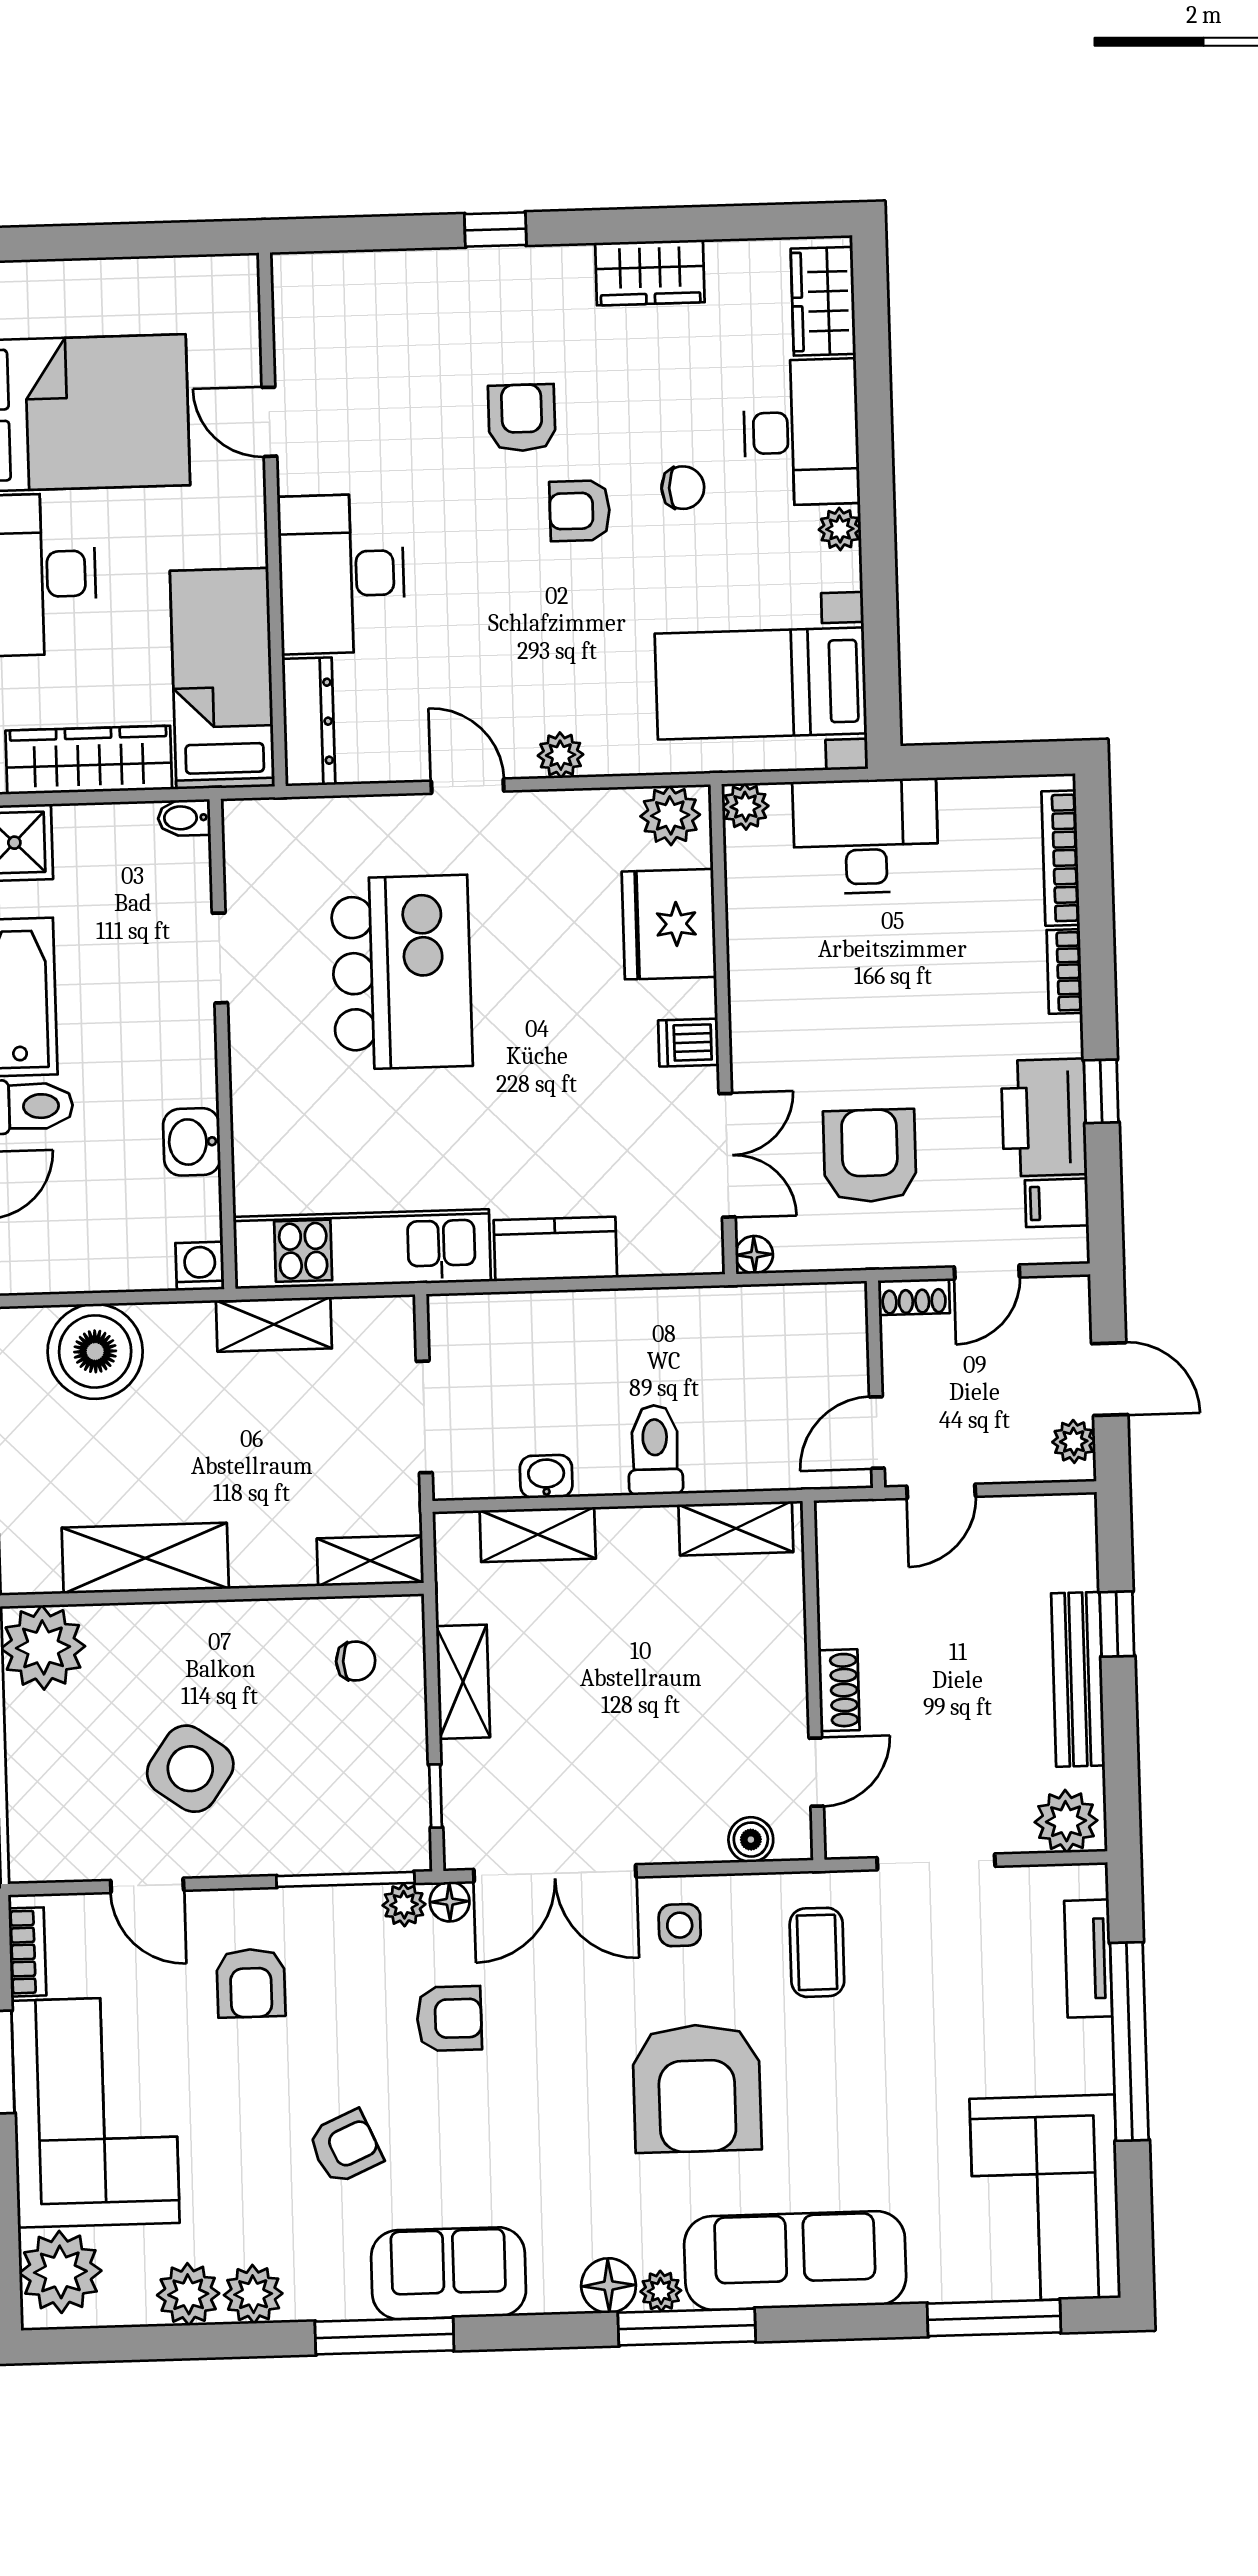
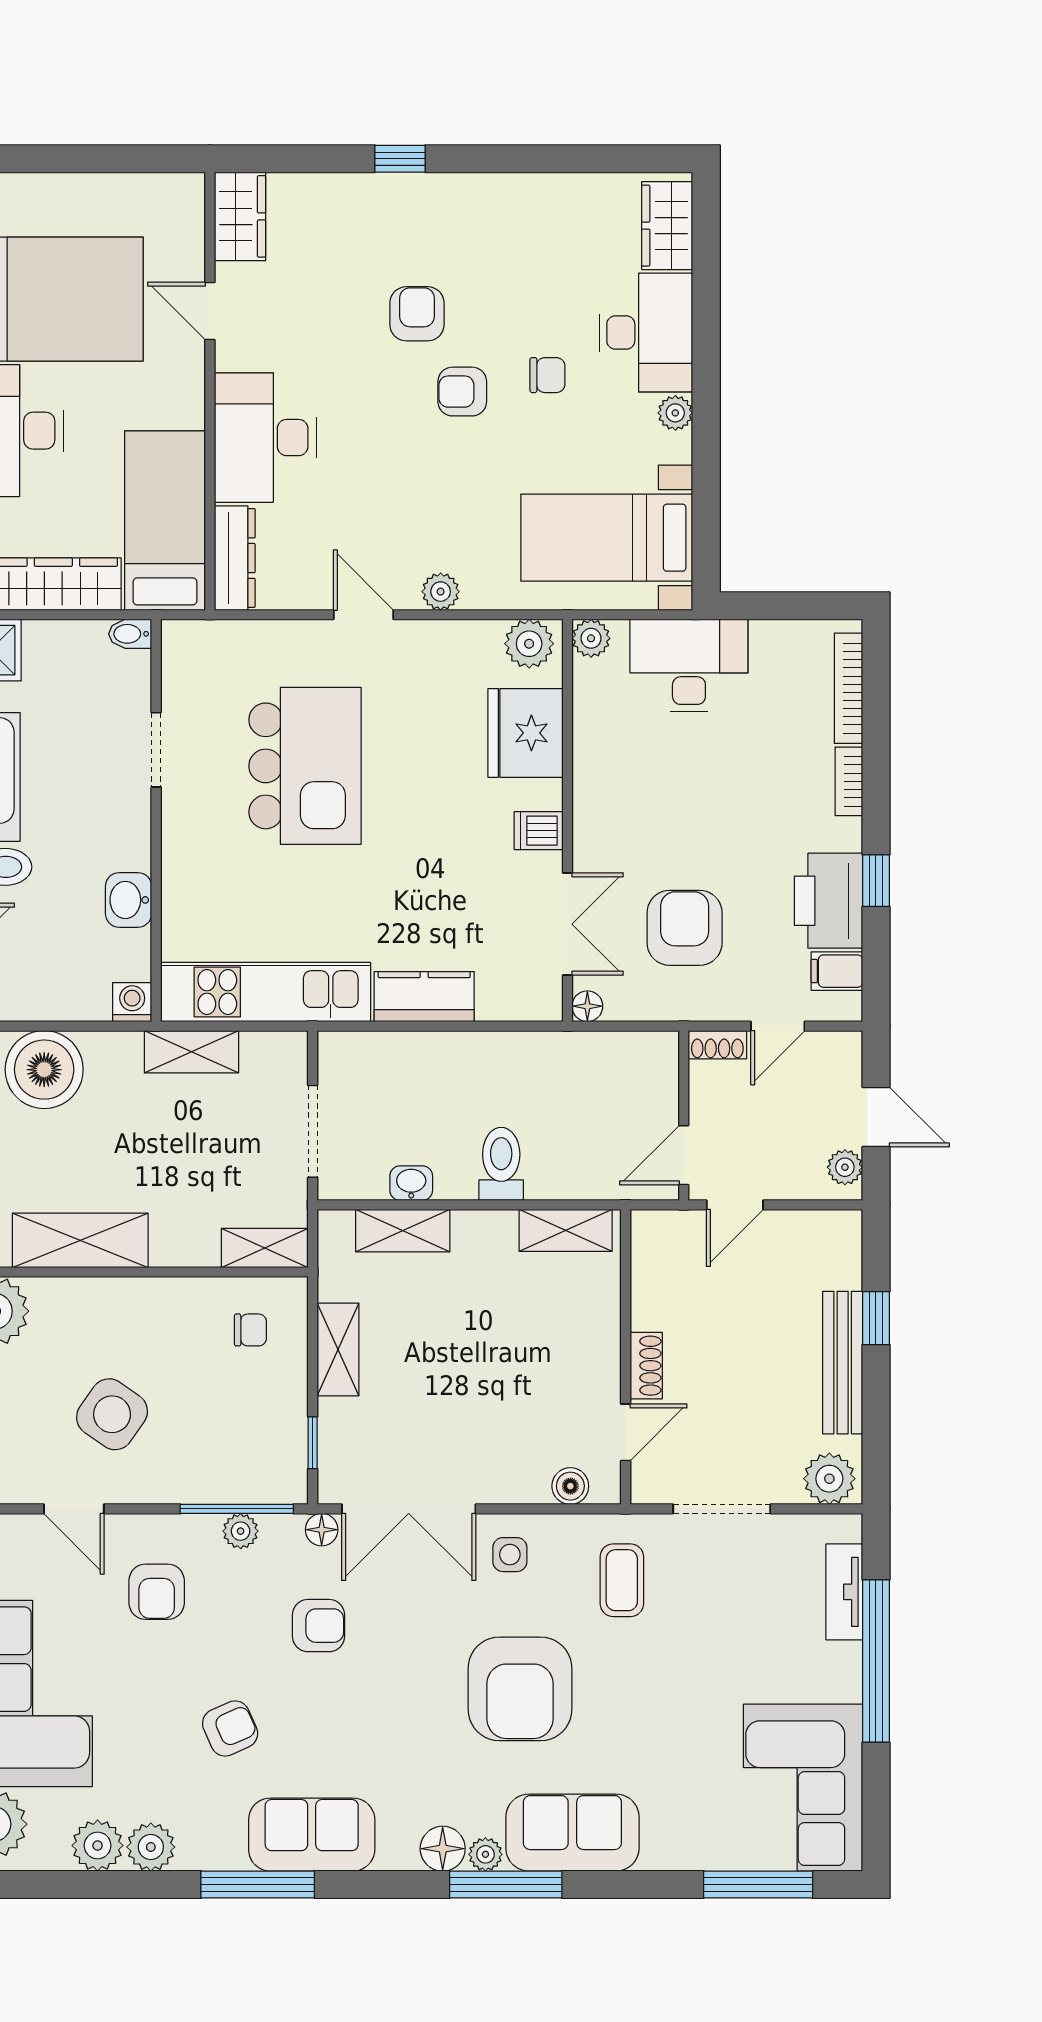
wardrobe: (650, 273) -> (240, 216), moved, turned -90
plant: (404, 1905) -> (241, 1531), moved
sofa: (795, 2261) -> (572, 1833), width x0.73

